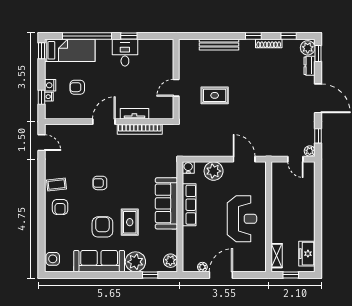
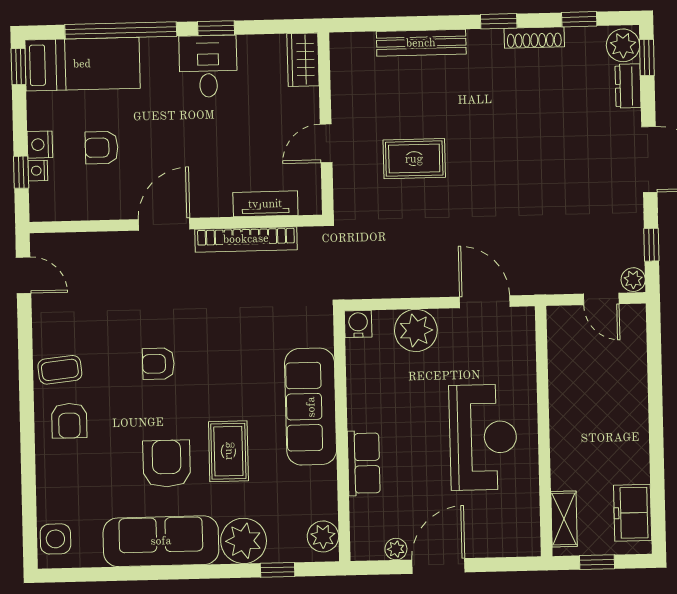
wardrobe: (167, 51) -> (303, 60), added
tv unit: (134, 114) -> (265, 204), moved
row of seats: (189, 205) -> (364, 463), moved, width x0.68

